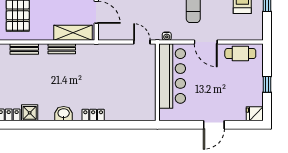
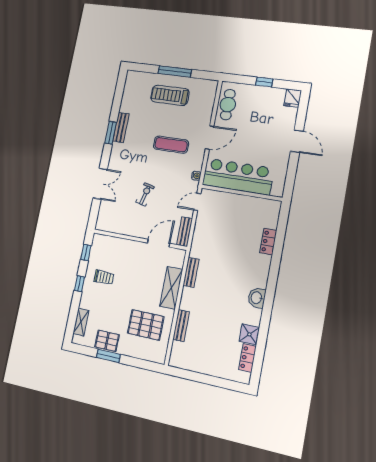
shelving: (73, 33) -> (171, 288), moved
bench: (112, 35) -> (185, 232), added
bench: (62, 49) -> (191, 272), moved
locker: (93, 115) -> (268, 242), moved

